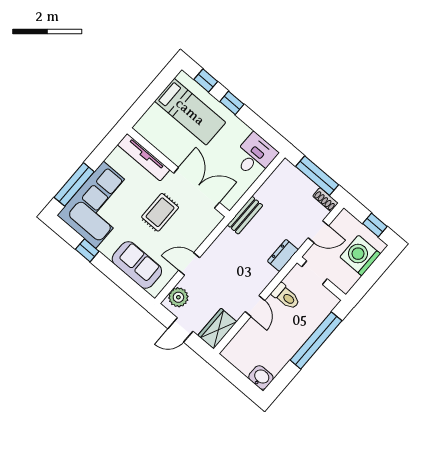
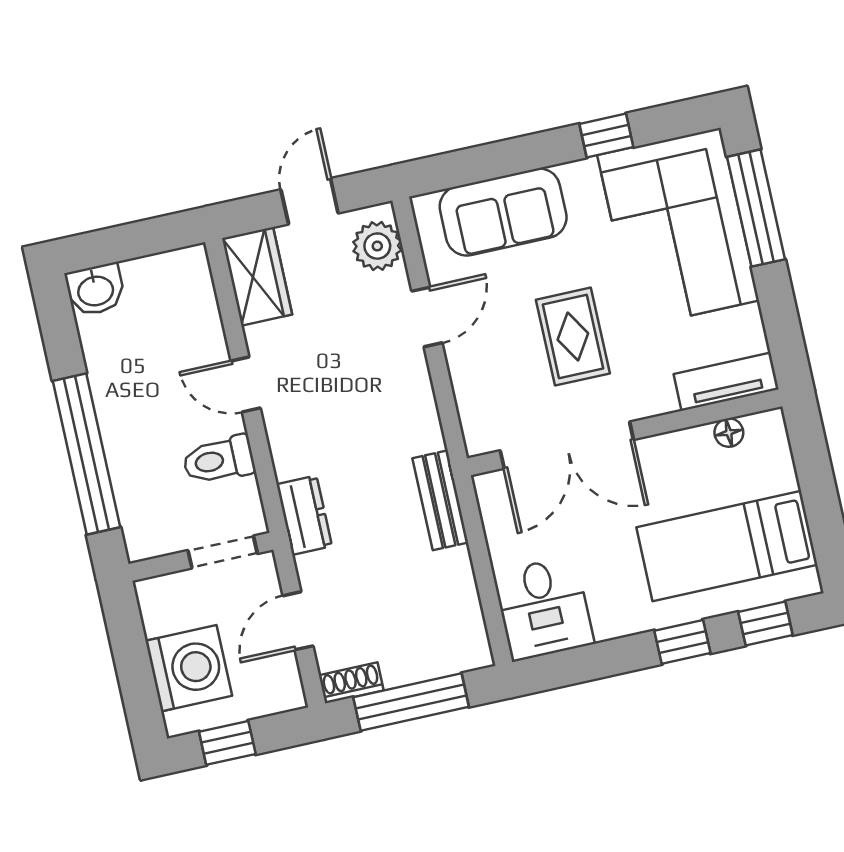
floor lamp: (153, 139) -> (729, 433), added
tv unit: (144, 157) -> (726, 382), width x0.71

